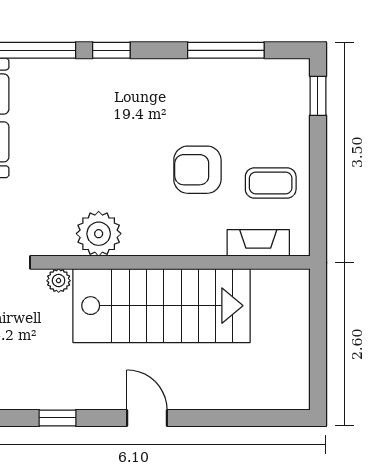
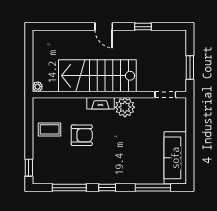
window: (111, 50) -> (107, 188), moved
fireplace: (258, 243) -> (100, 103), moved
plant: (59, 281) -> (38, 87), moved

